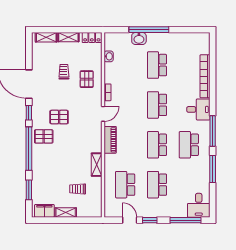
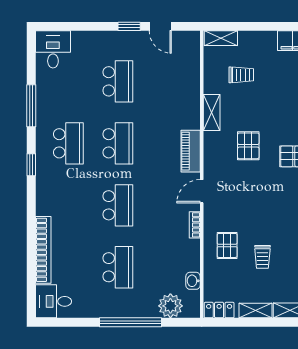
washbasin: (139, 39) -> (146, 309), removed
plant: (123, 40) -> (170, 306), added
desk: (198, 109) -> (54, 301), moved
pallet: (59, 117) -> (248, 146), moved, turned 90
window: (213, 131) -> (31, 165), width x0.46
school desk: (125, 185) -> (167, 81), removed
shelving: (66, 212) -> (221, 38), moved
window: (185, 220) -> (74, 26), removed

